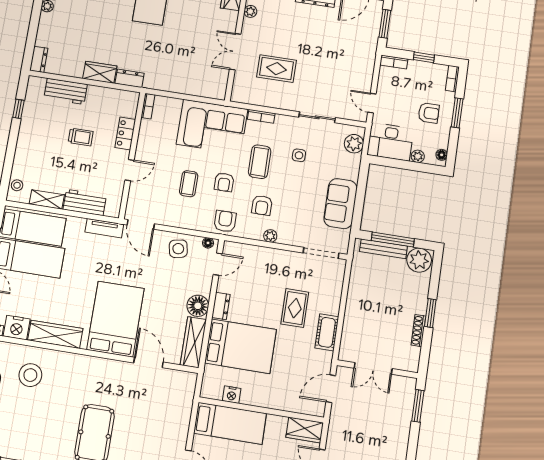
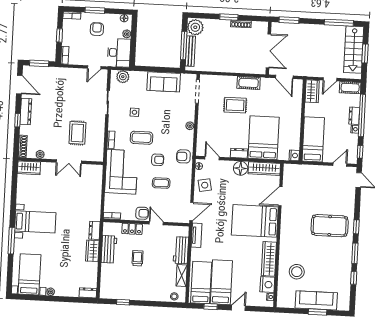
workbench: (66, 91) -> (109, 249), moved
armchair: (262, 205) -> (142, 213), moved
double door: (373, 368) -> (268, 51), width x1.37
nightstand: (232, 395) -> (294, 155), moved

